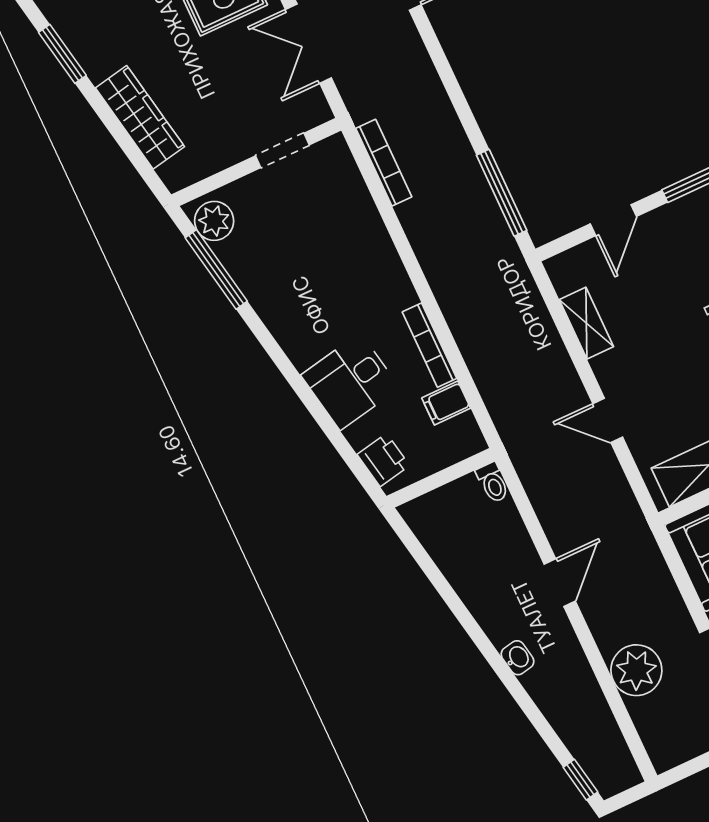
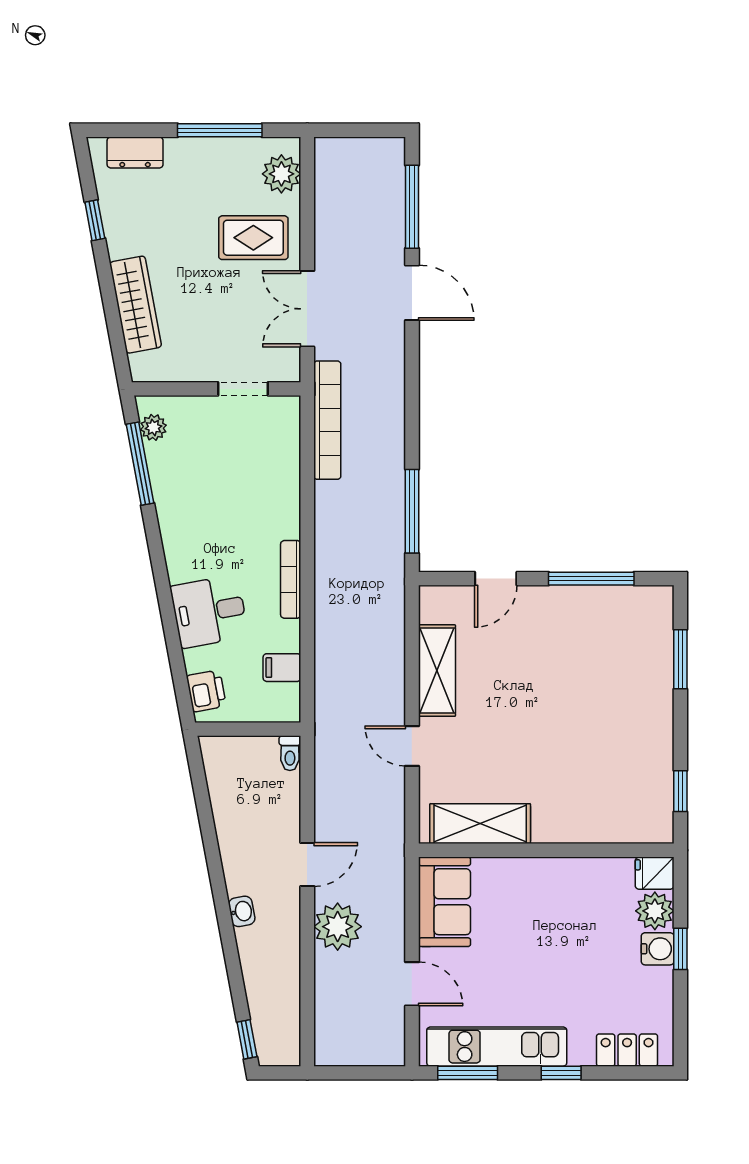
window: (62, 54) -> (95, 220), width x0.67
bookcase: (384, 163) -> (327, 420), width x1.48, depth x1.31
plant: (214, 221) -> (153, 427), width x0.73, depth x0.73
shelving: (586, 323) -> (437, 671), width x1.50, depth x1.33
bookcase: (430, 345) -> (291, 579), moved
plant: (636, 670) -> (338, 927), moved

